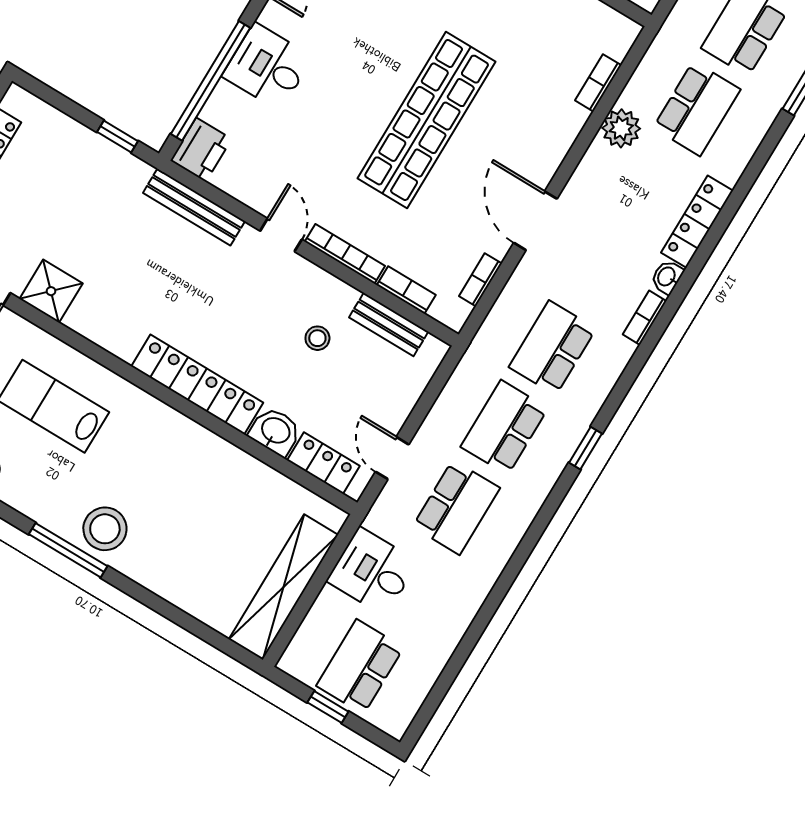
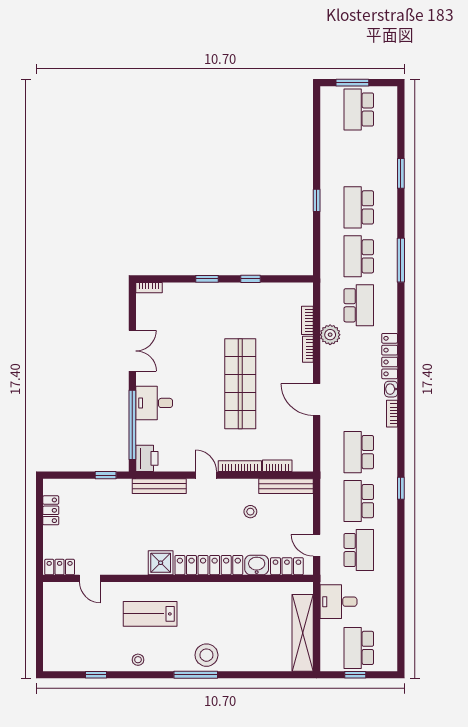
bookcase: (480, 280) -> (308, 349), moved
shower: (51, 291) -> (161, 563), moved
bench: (389, 325) -> (286, 486), width x1.36

